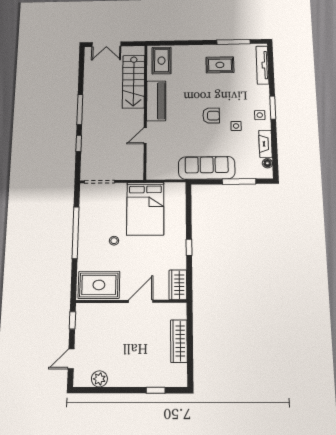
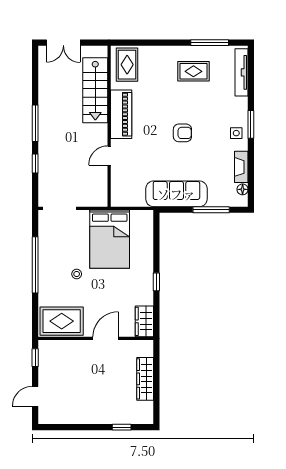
side table: (236, 126) -> (210, 146), removed
plant: (99, 379) -> (65, 416), removed

